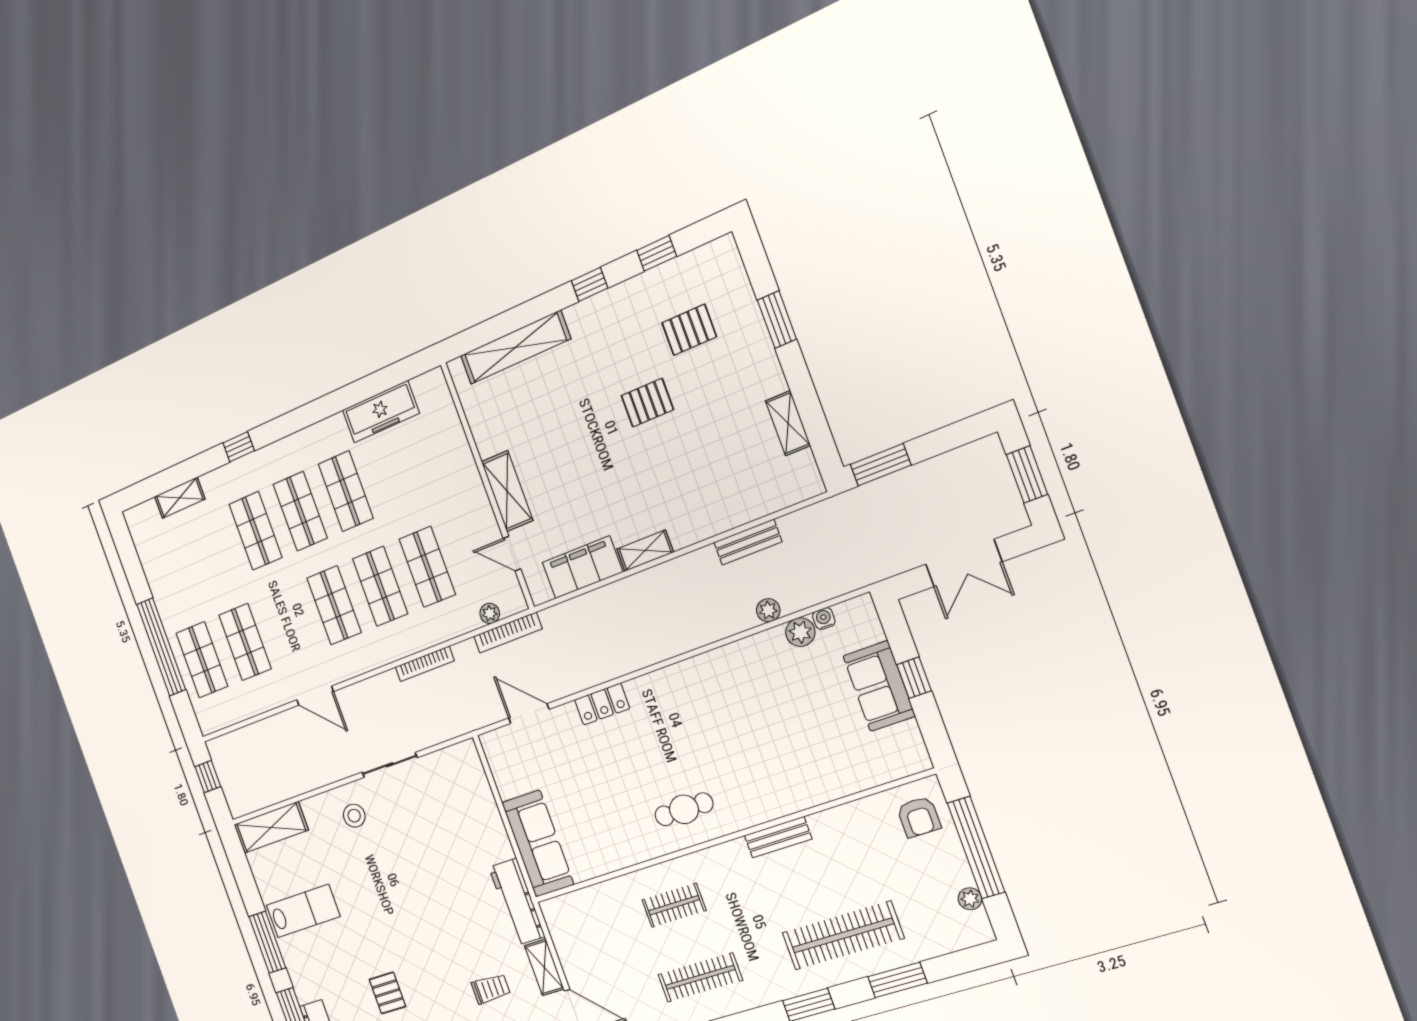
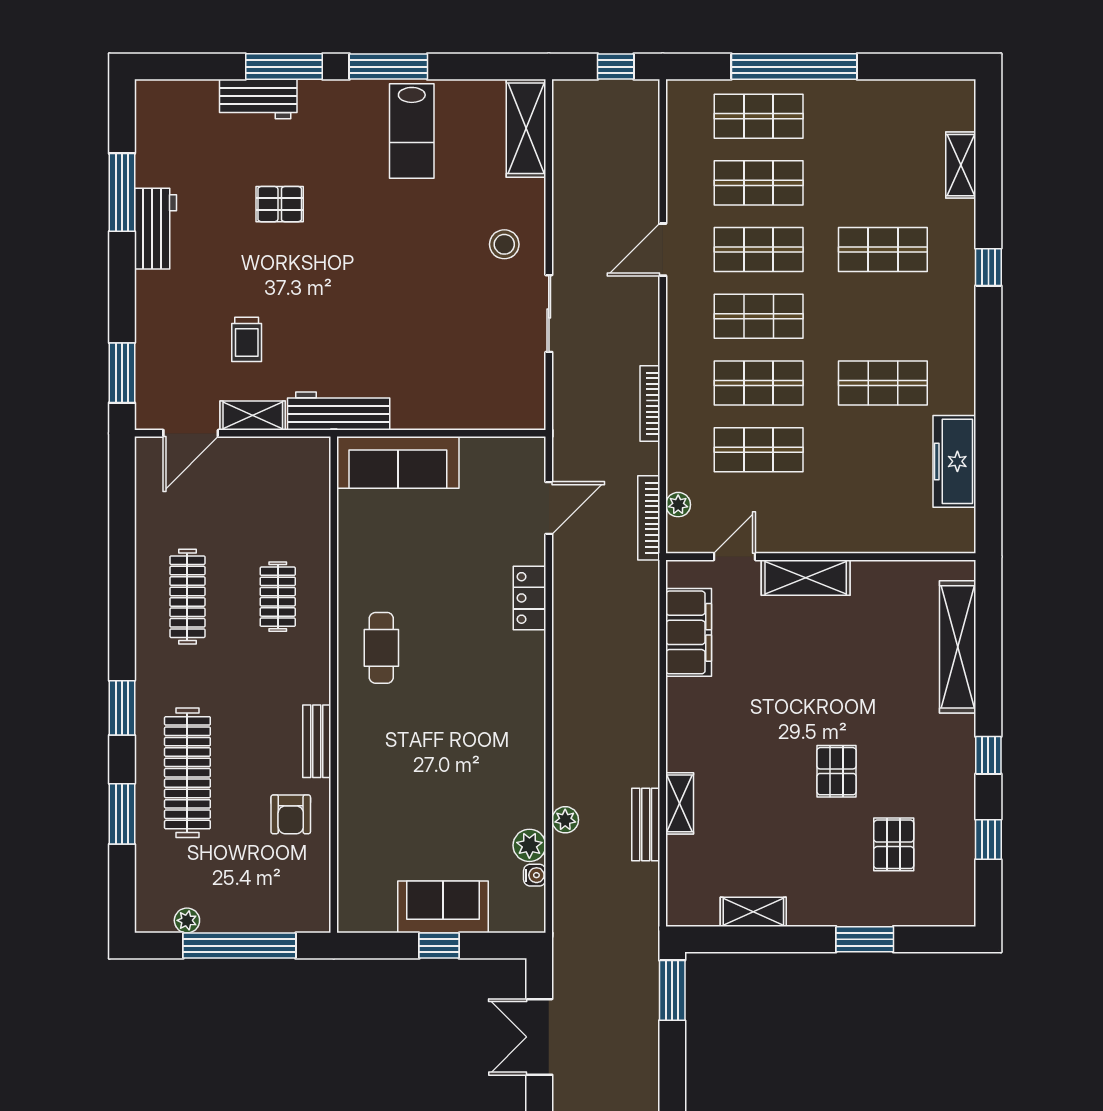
shop shelf: (300, 511) -> (759, 250), moved
shelving: (645, 551) -> (680, 803), moved
armchair: (919, 817) -> (291, 814), moved, turned -90

